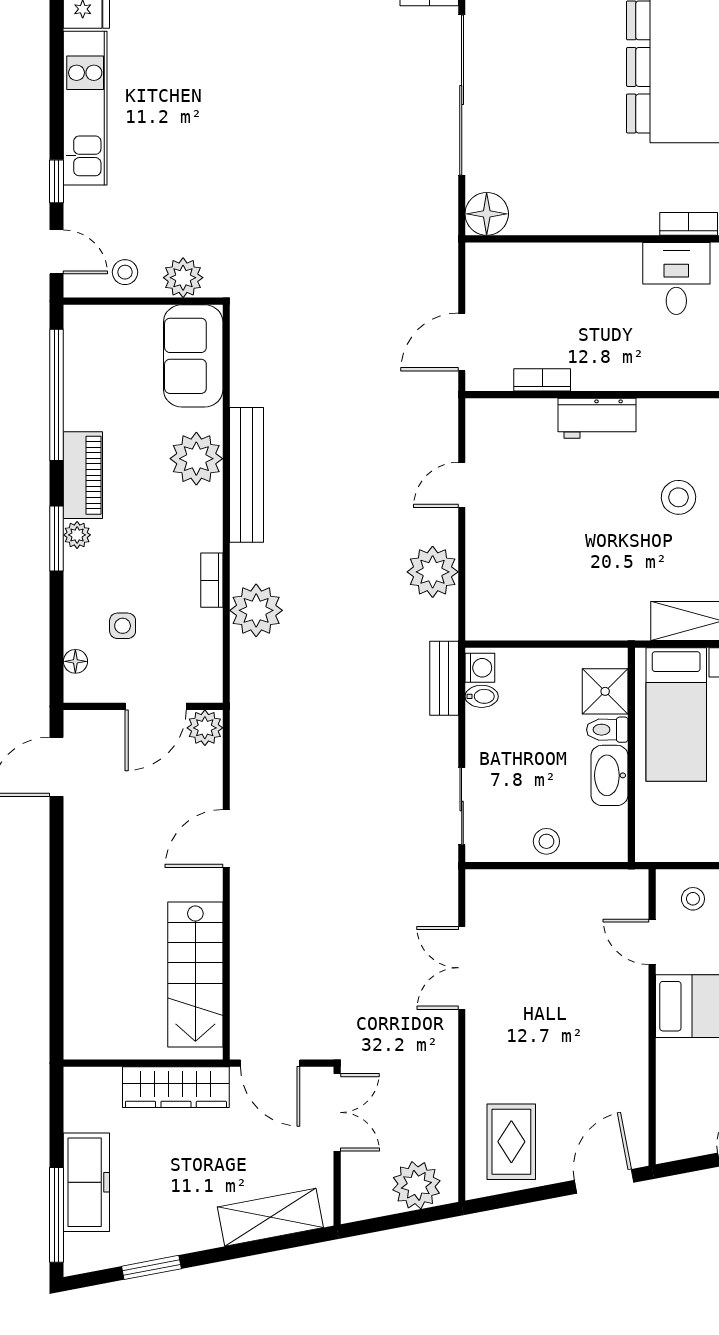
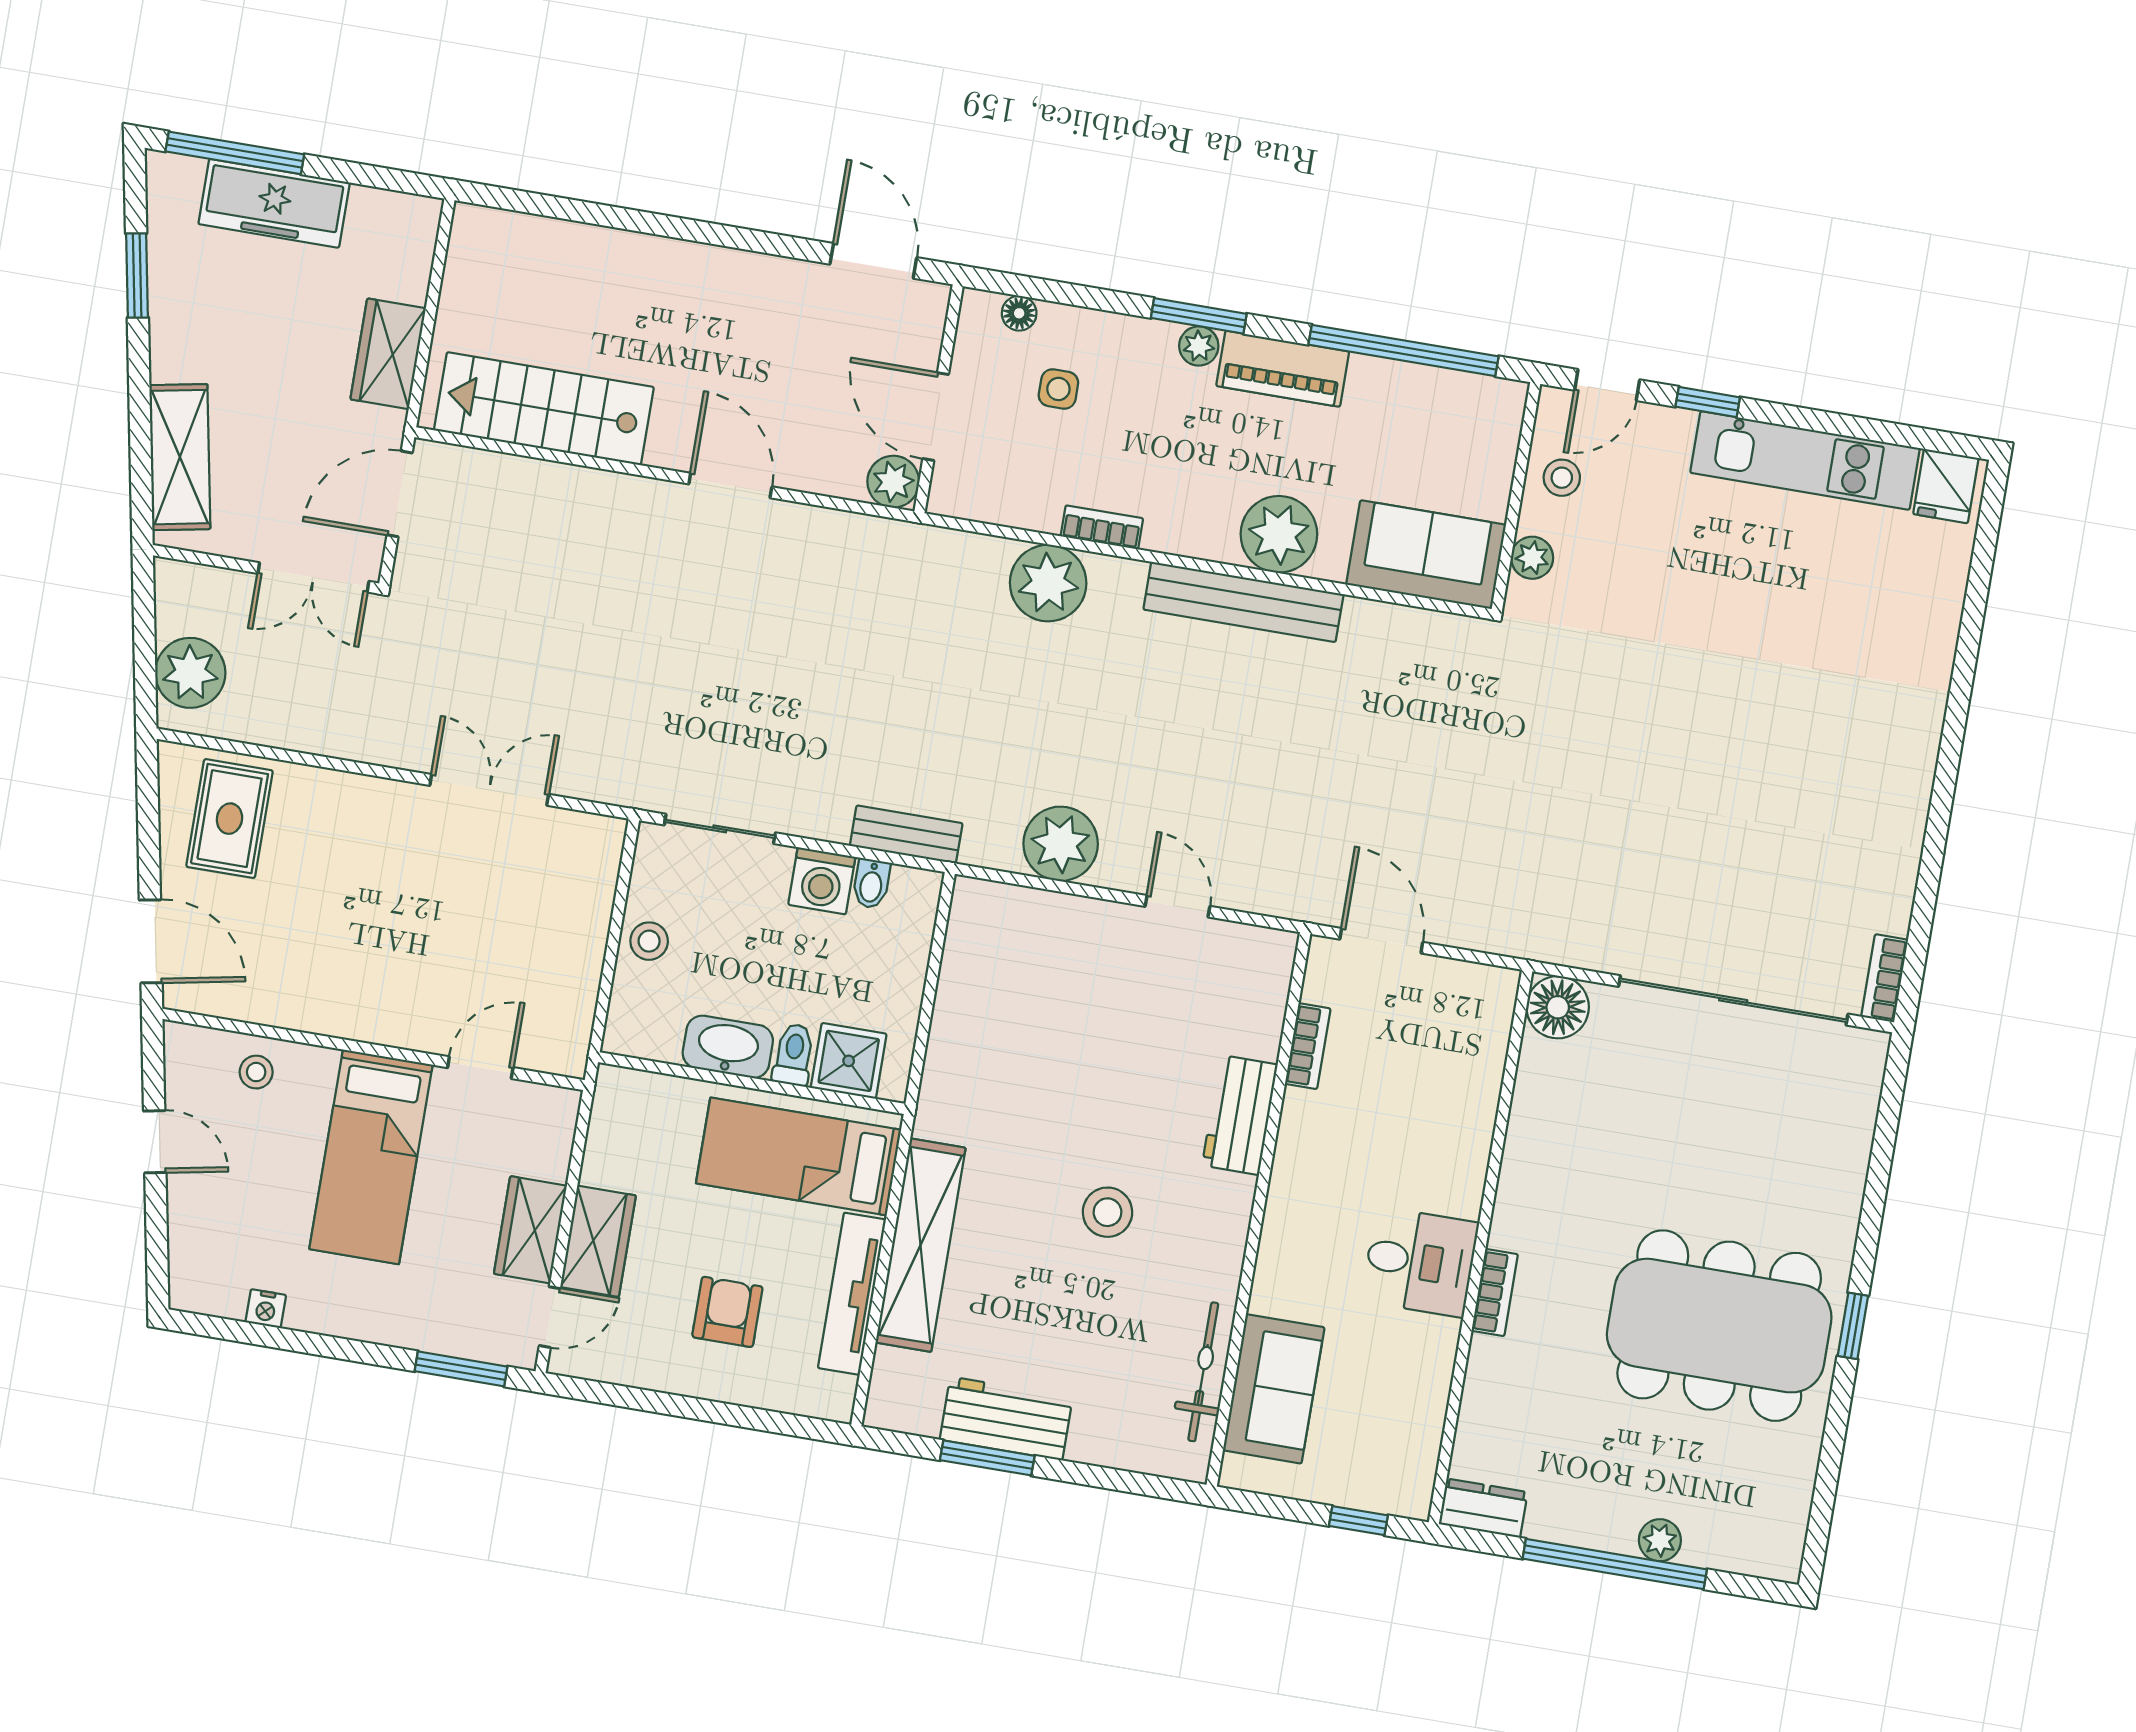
plant: (183, 278) -> (1532, 558), width x0.73, depth x0.73
washing machine: (480, 668) -> (822, 881), moved, width x1.38, depth x1.38
stool: (693, 899) -> (256, 1072), moved
wardrobe: (176, 1087) -> (388, 354), width x0.67
rug: (511, 1142) -> (229, 819), turned 90

